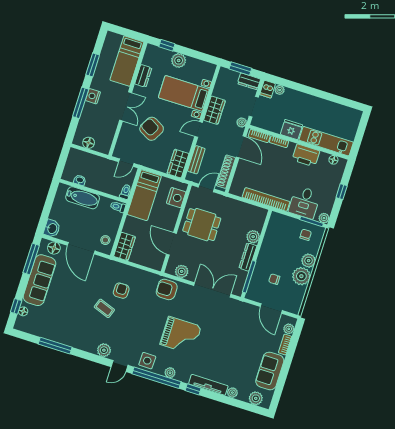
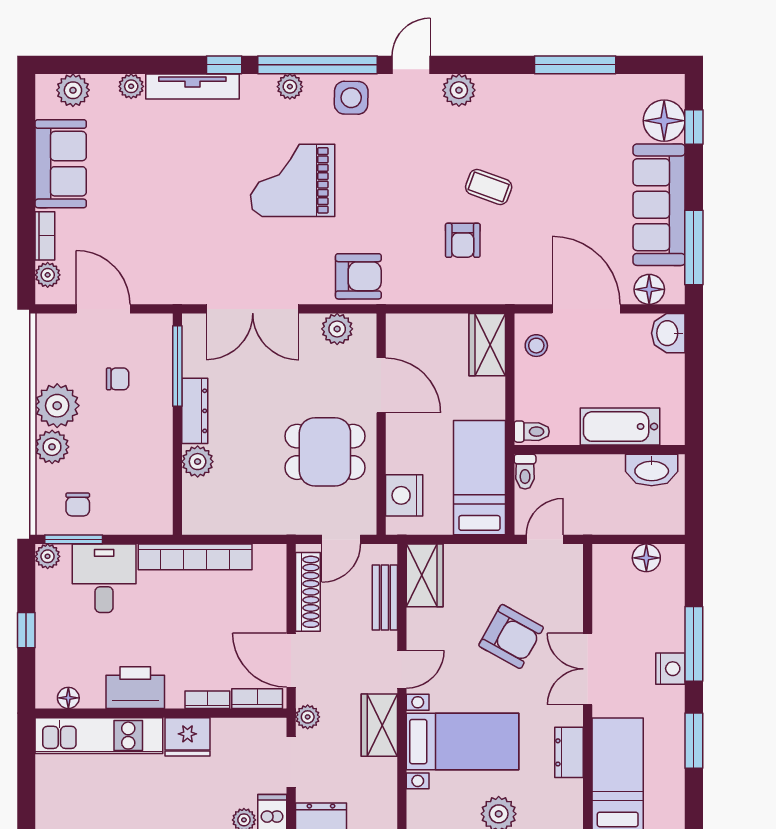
washbasin: (80, 180) -> (652, 470), width x1.91, depth x1.45
floor lamp: (23, 311) -> (664, 121), width x1.89, depth x1.89

